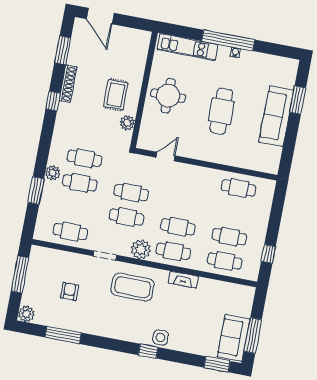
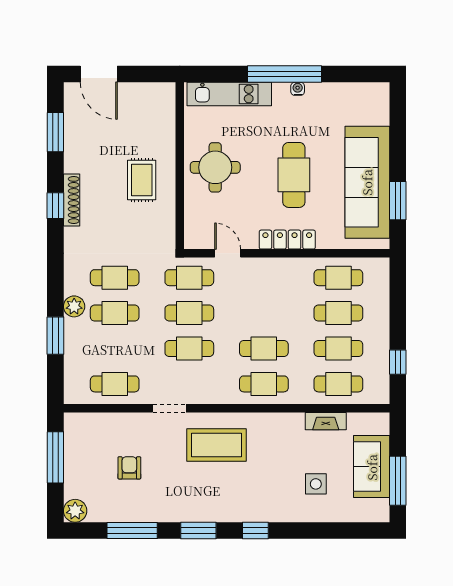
shoe rack: (68, 84) -> (72, 200), moved
window: (298, 100) -> (398, 201), moved
sofa: (276, 116) -> (367, 182), width x1.36, depth x1.27
plant: (127, 123) -> (165, 216), removed
locker: (208, 155) -> (287, 240), added
door: (165, 157) -> (228, 253), hinge flipped
cafe table: (136, 168) -> (189, 278), added
cafe table: (234, 212) -> (338, 313), added
plant: (141, 249) -> (218, 390), removed
fireplace: (183, 280) -> (326, 421), moved
side table: (161, 337) -> (316, 484), moved
sofa: (234, 338) -> (372, 467), moved
window: (217, 364) -> (198, 531), moved

